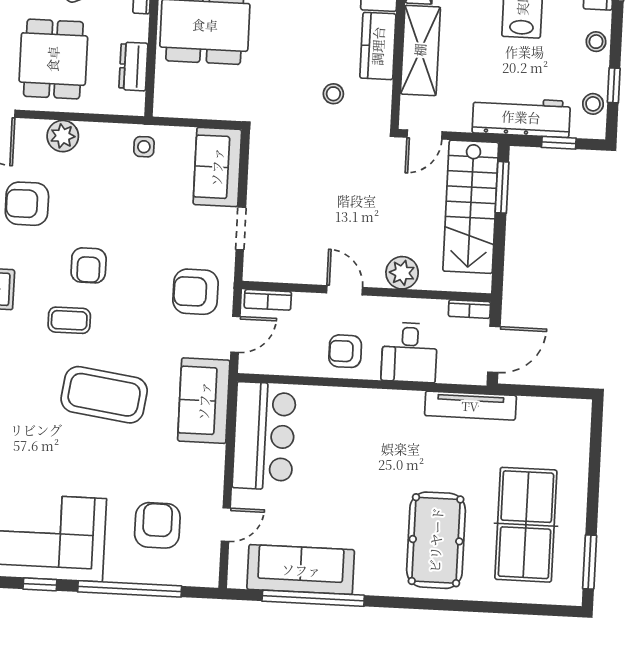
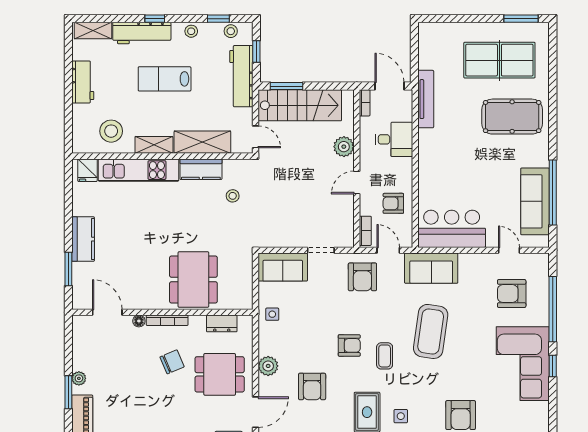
armchair: (345, 351) -> (393, 203), moved, turned 90

